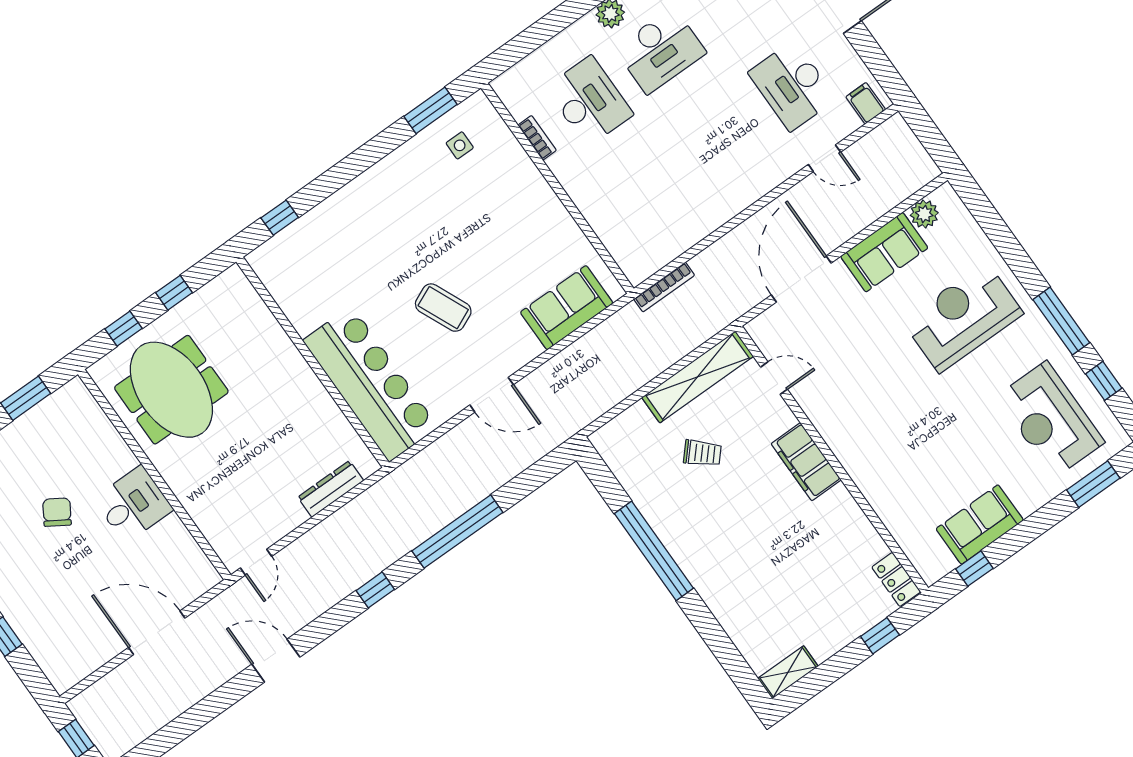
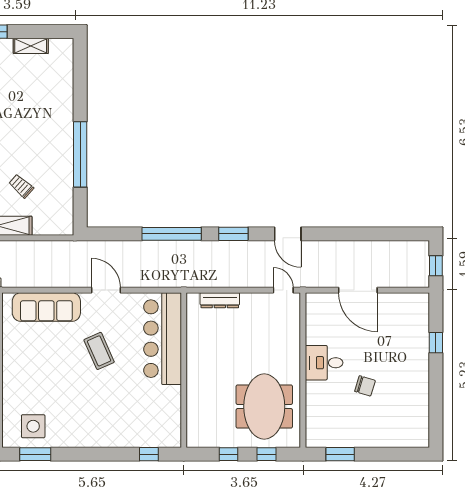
side table: (460, 145) -> (33, 426), width x1.87, depth x1.87
sofa: (567, 308) -> (46, 307), width x1.36
chair: (57, 512) -> (365, 386), turned -105
door: (256, 562) -> (283, 290), hinge flipped
window: (375, 590) -> (233, 234), width x1.50
door: (276, 661) -> (288, 234), moved
shelving: (788, 672) -> (31, 46), moved

